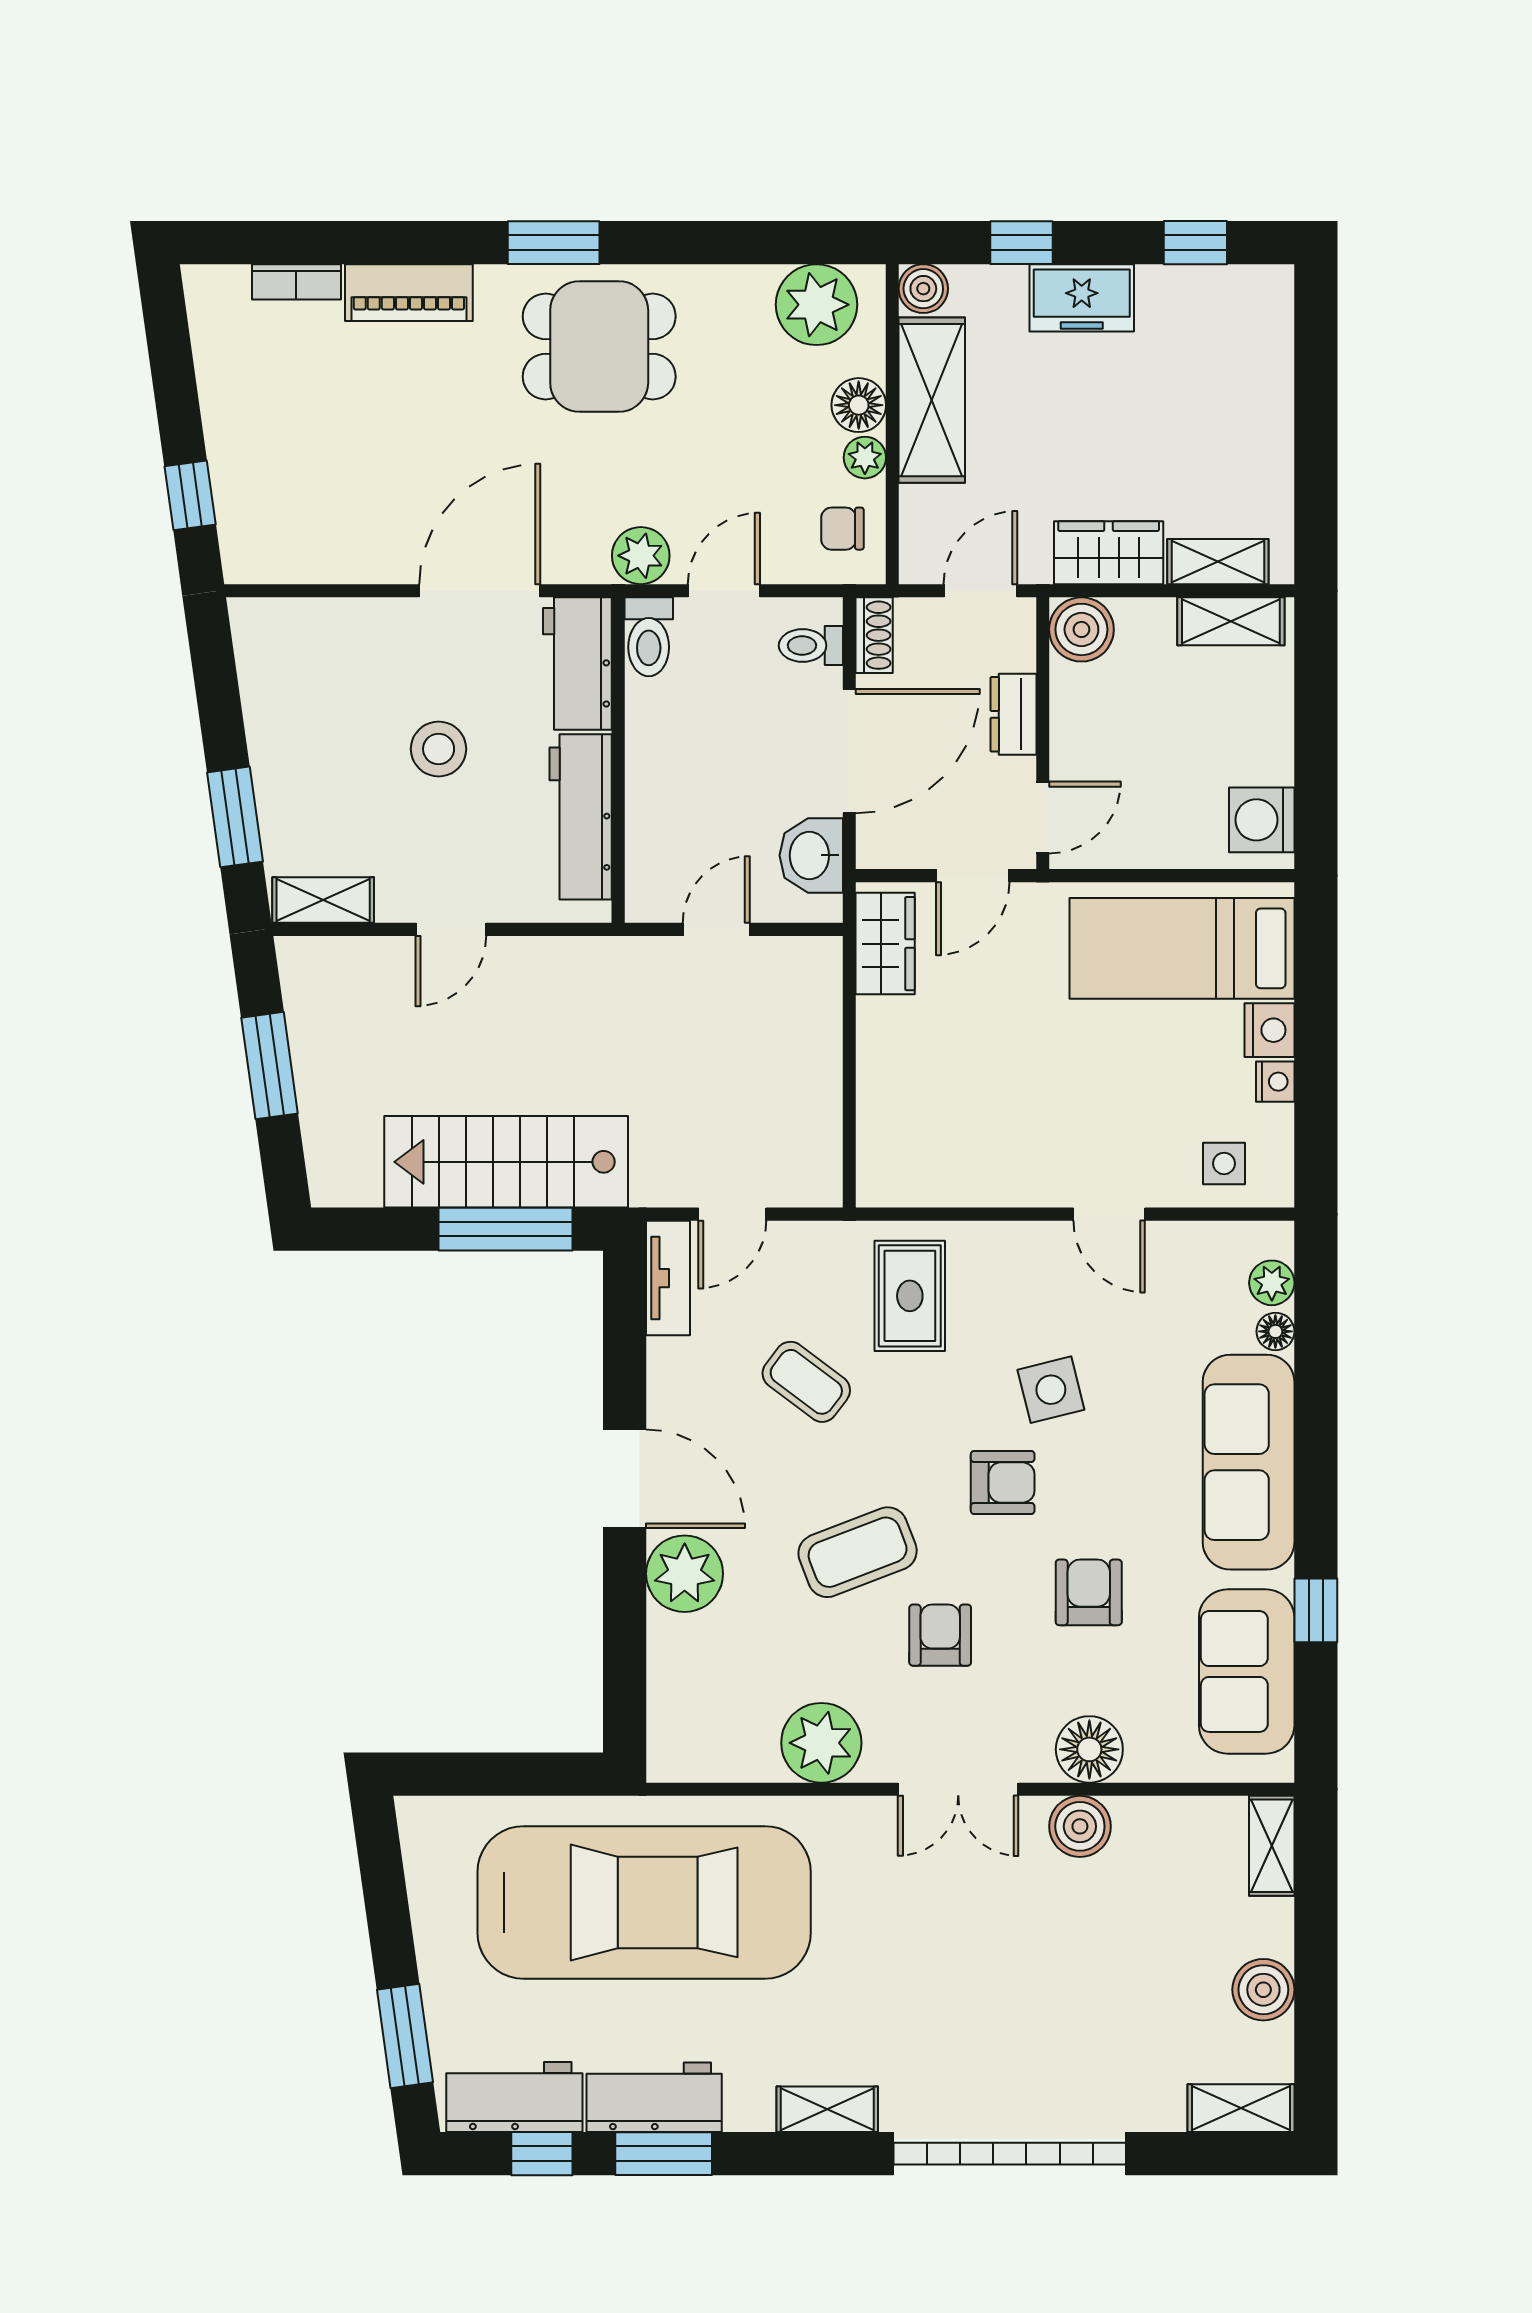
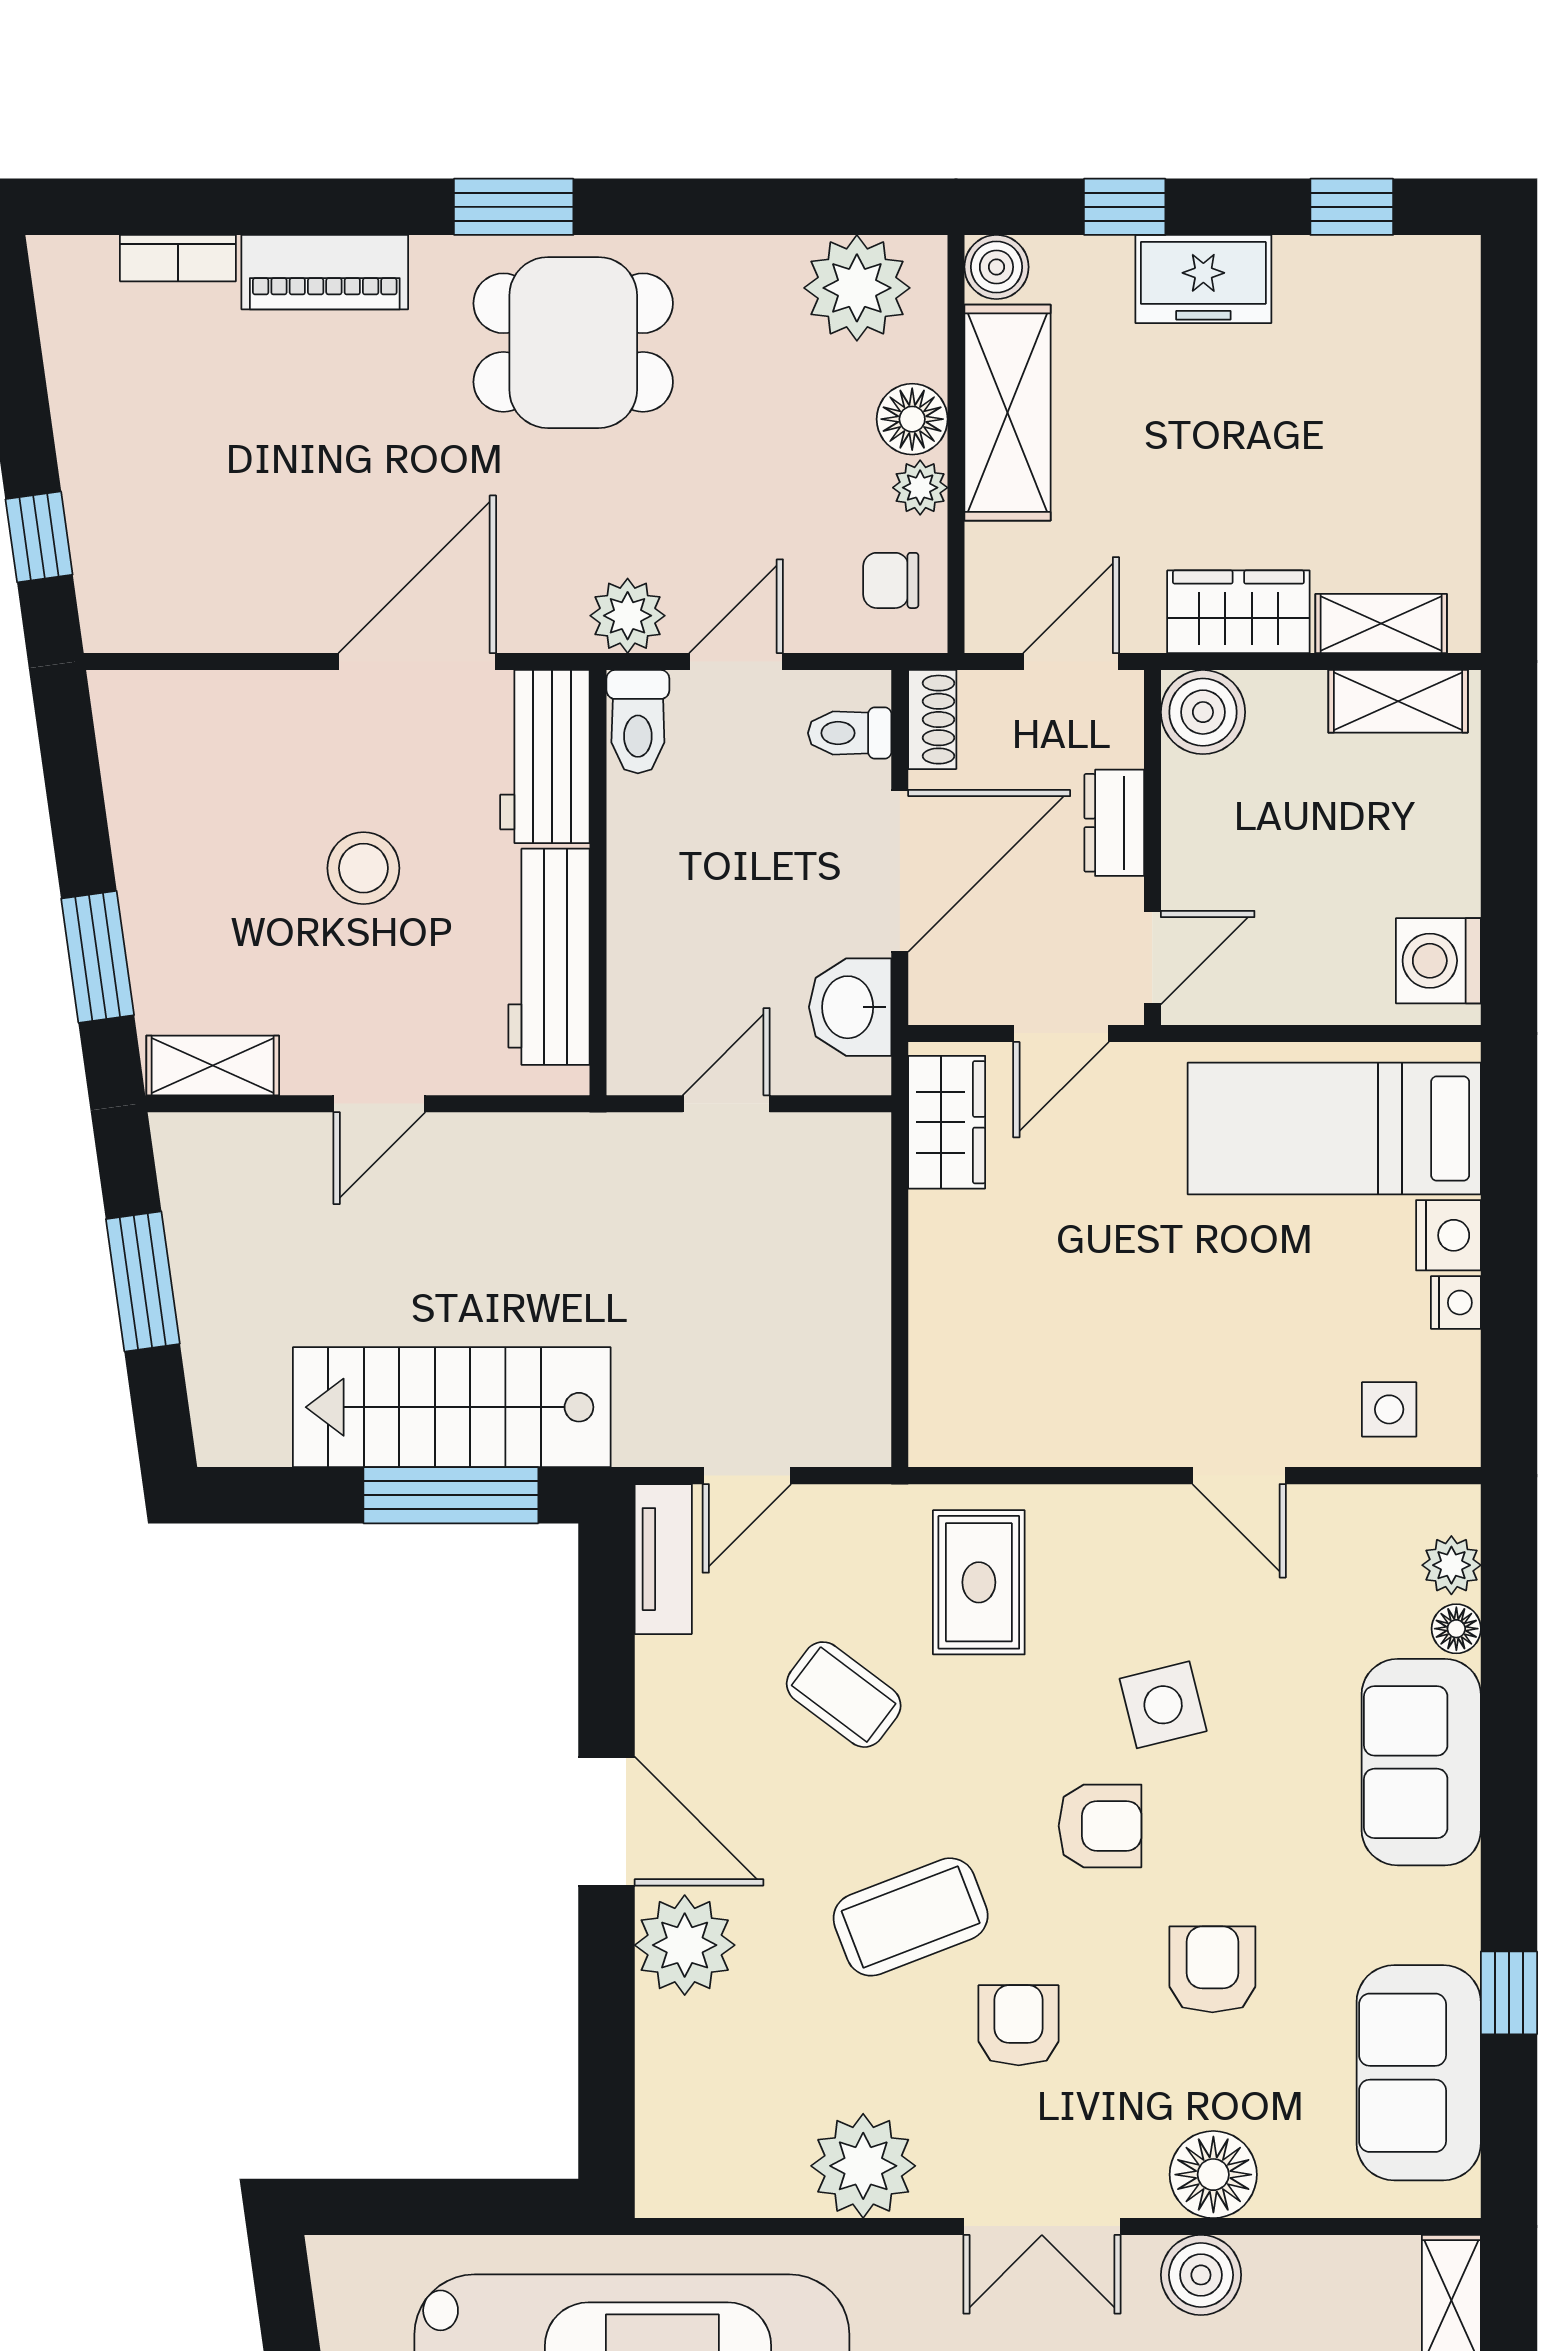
sofa: (1249, 1462) -> (1421, 1762), width x0.73

